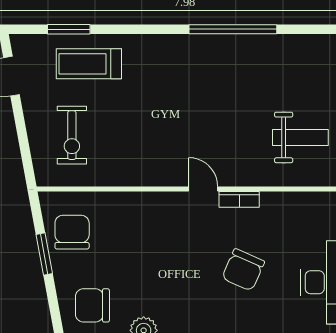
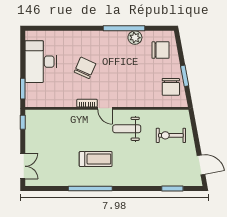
treadmill: (89, 64) -> (96, 159), moved
exercise bike: (72, 135) -> (171, 135), turned -90
weight bench: (300, 137) -> (127, 129), moved

